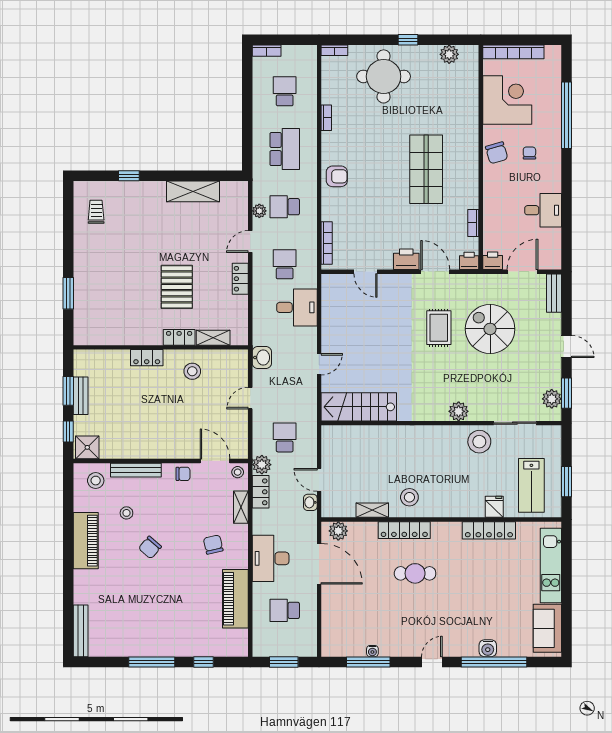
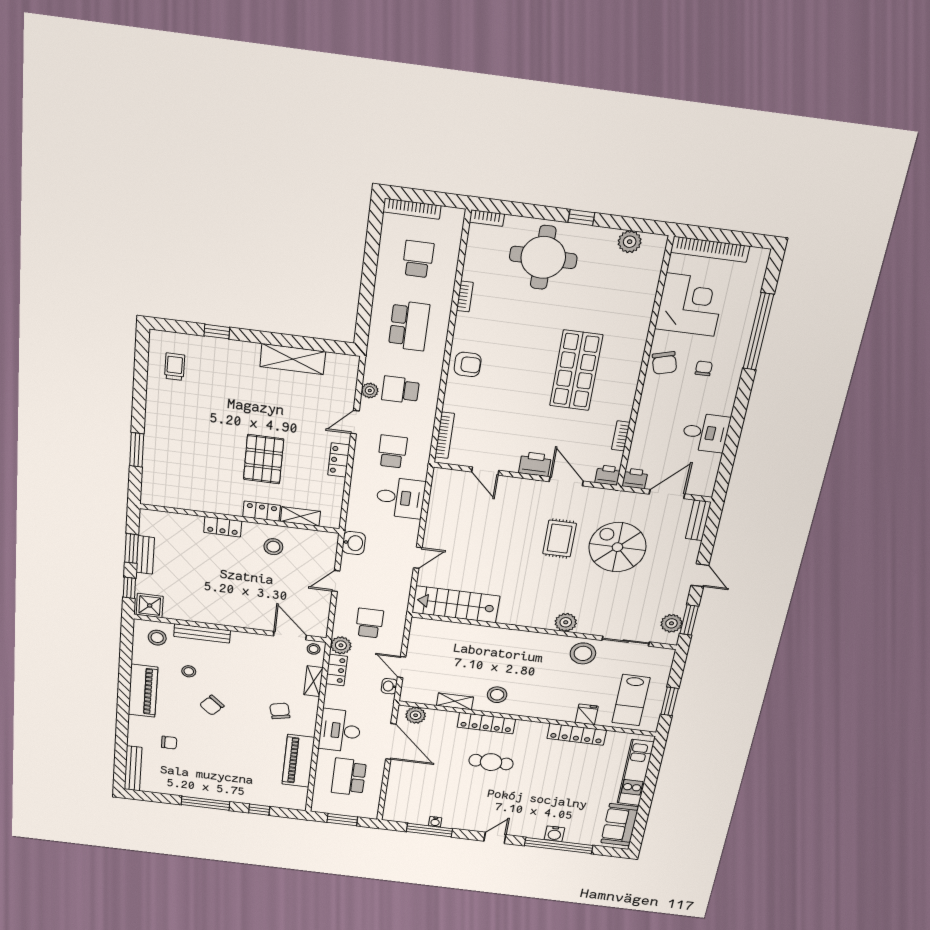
bookcase: (267, 51) -> (412, 209), width x1.56
chair: (183, 474) -> (169, 743), moved
school desk: (285, 610) -> (349, 777), width x1.85

